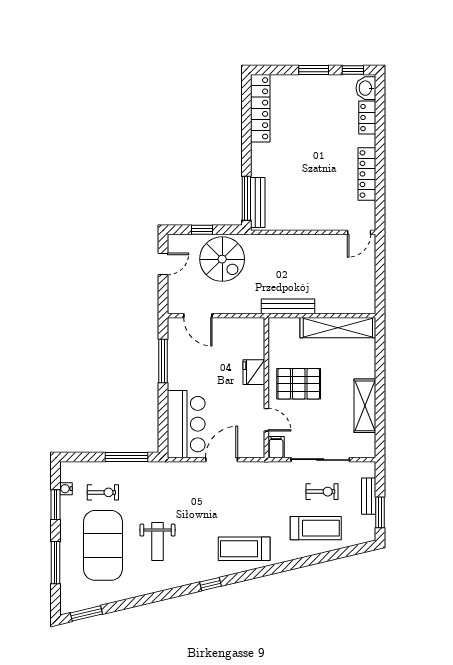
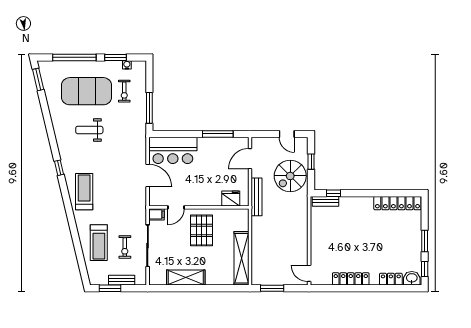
window: (246, 198) -> (333, 193), width x0.46
bench: (258, 203) -> (326, 201), width x0.73
window: (380, 284) -> (272, 288), added
bench: (288, 306) -> (257, 197), moved
fridge: (254, 372) -> (231, 199), moved
window: (55, 563) -> (74, 57), width x1.46

